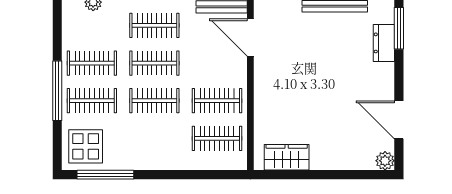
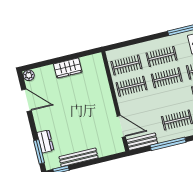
clothes rail: (154, 63) -> (162, 57), moved
wardrobe: (287, 157) -> (68, 68), moved

